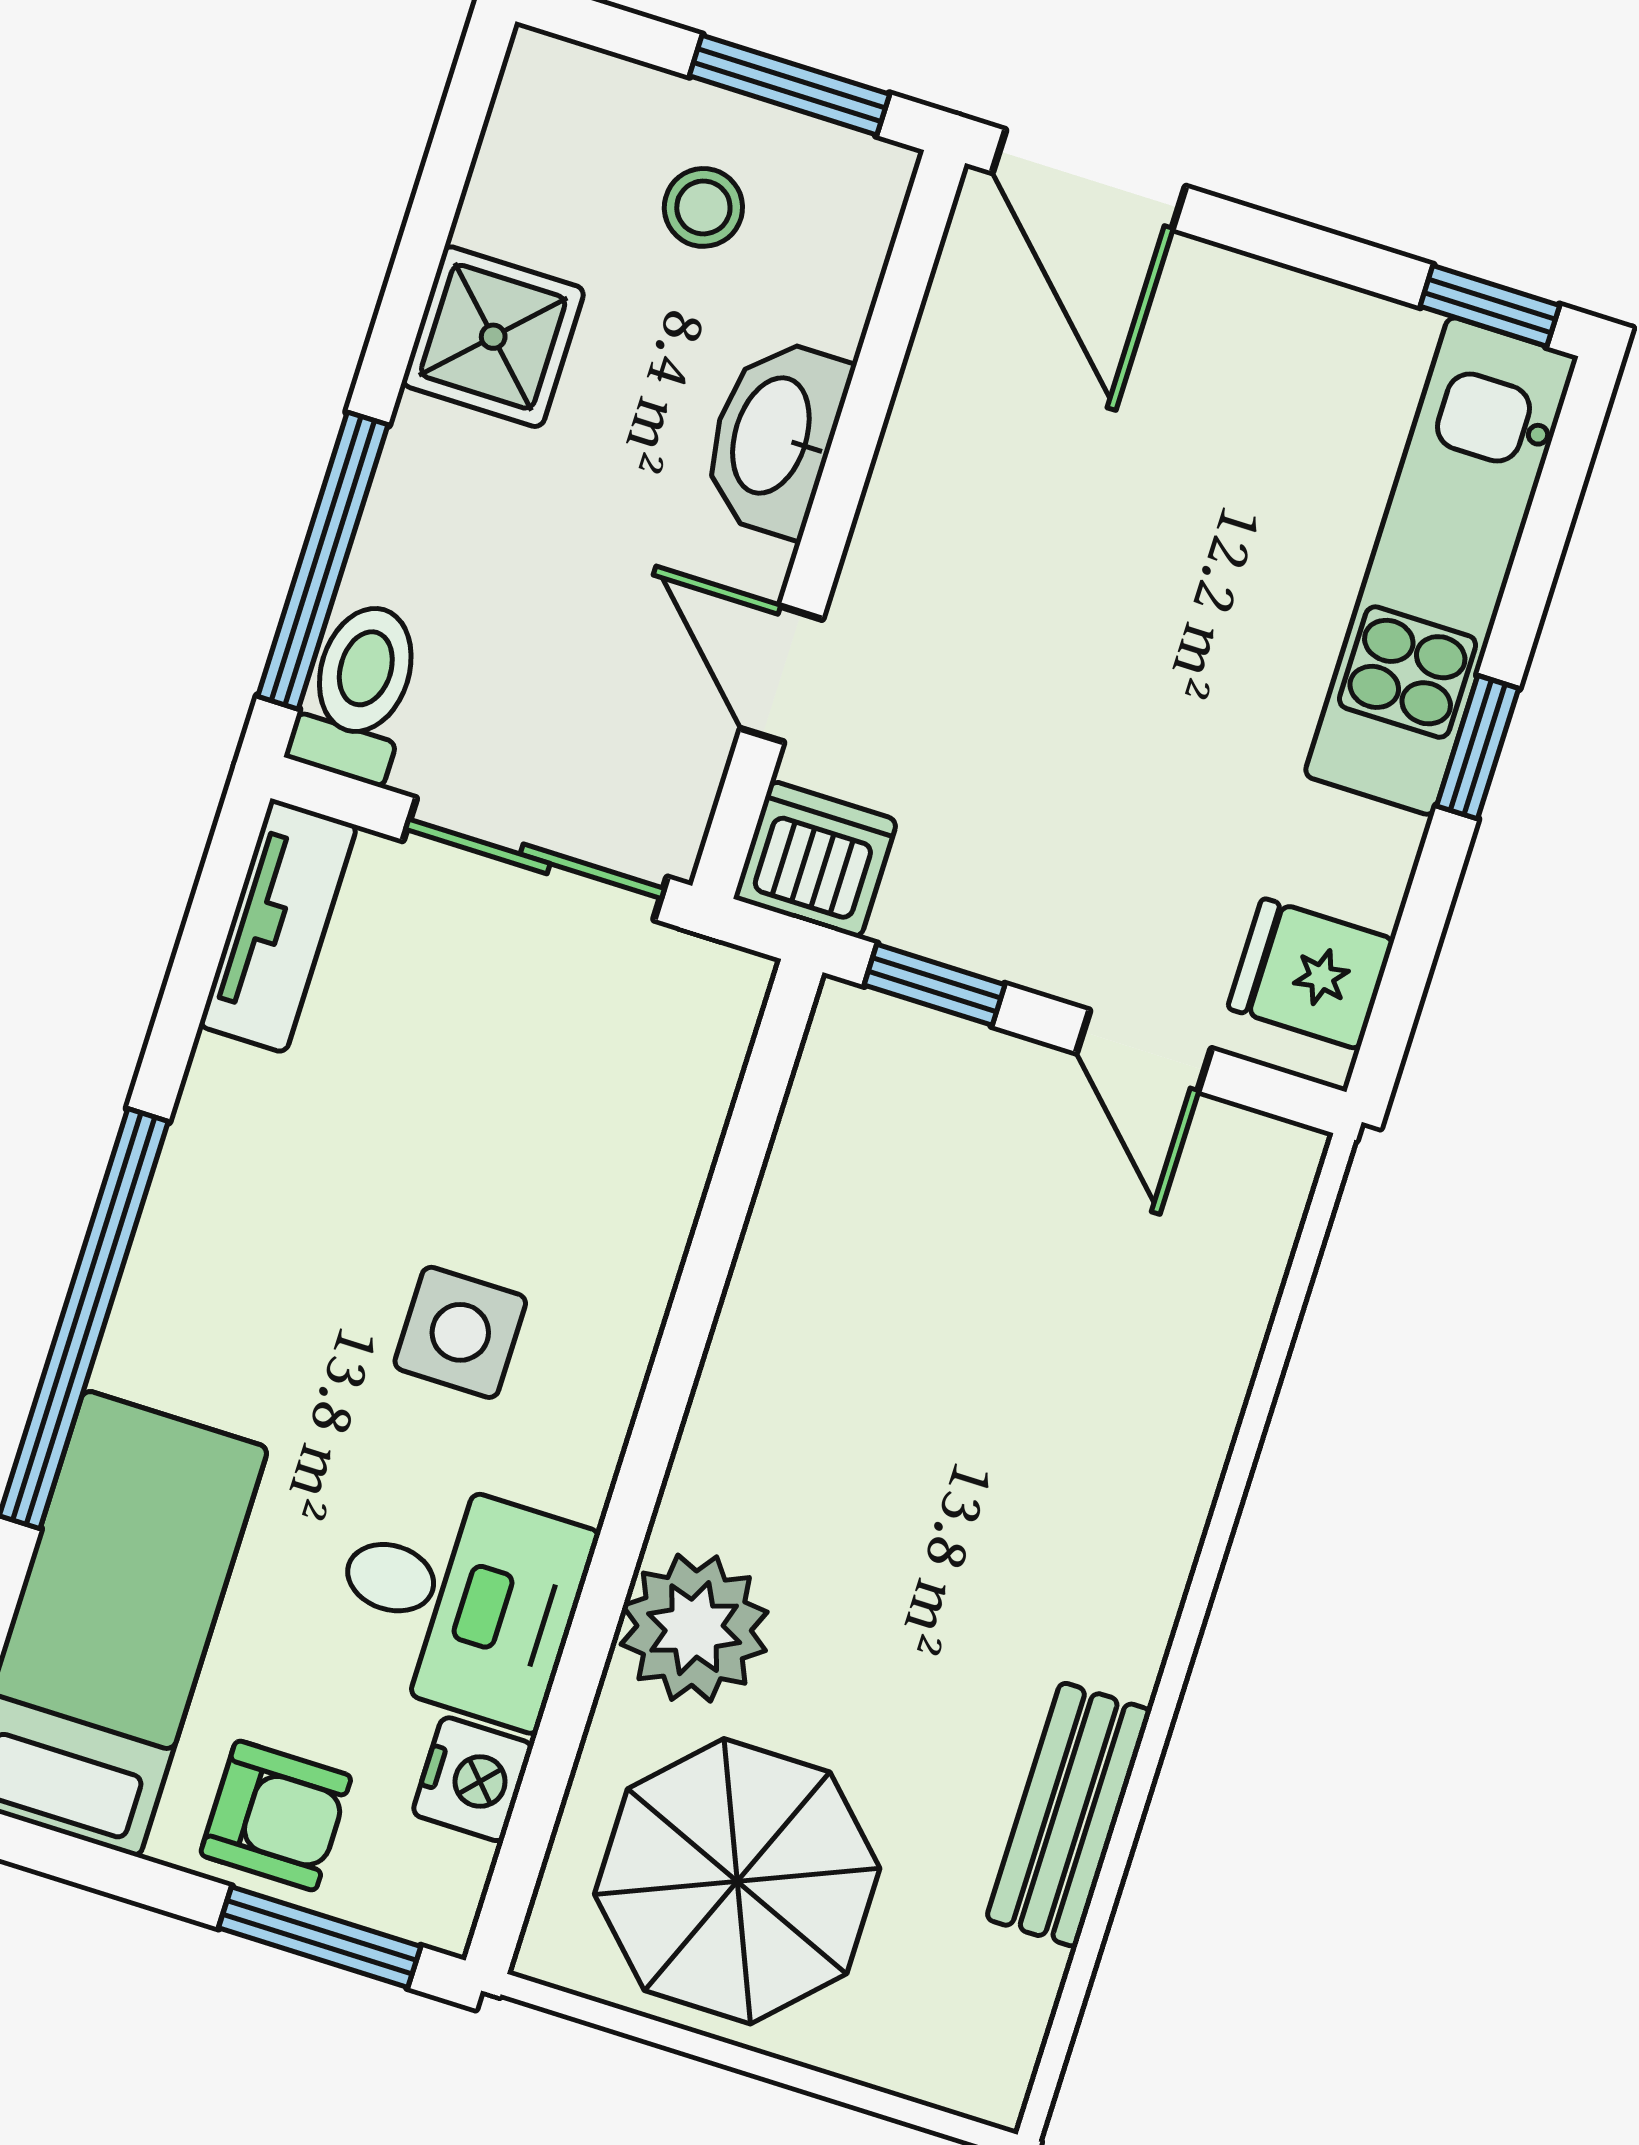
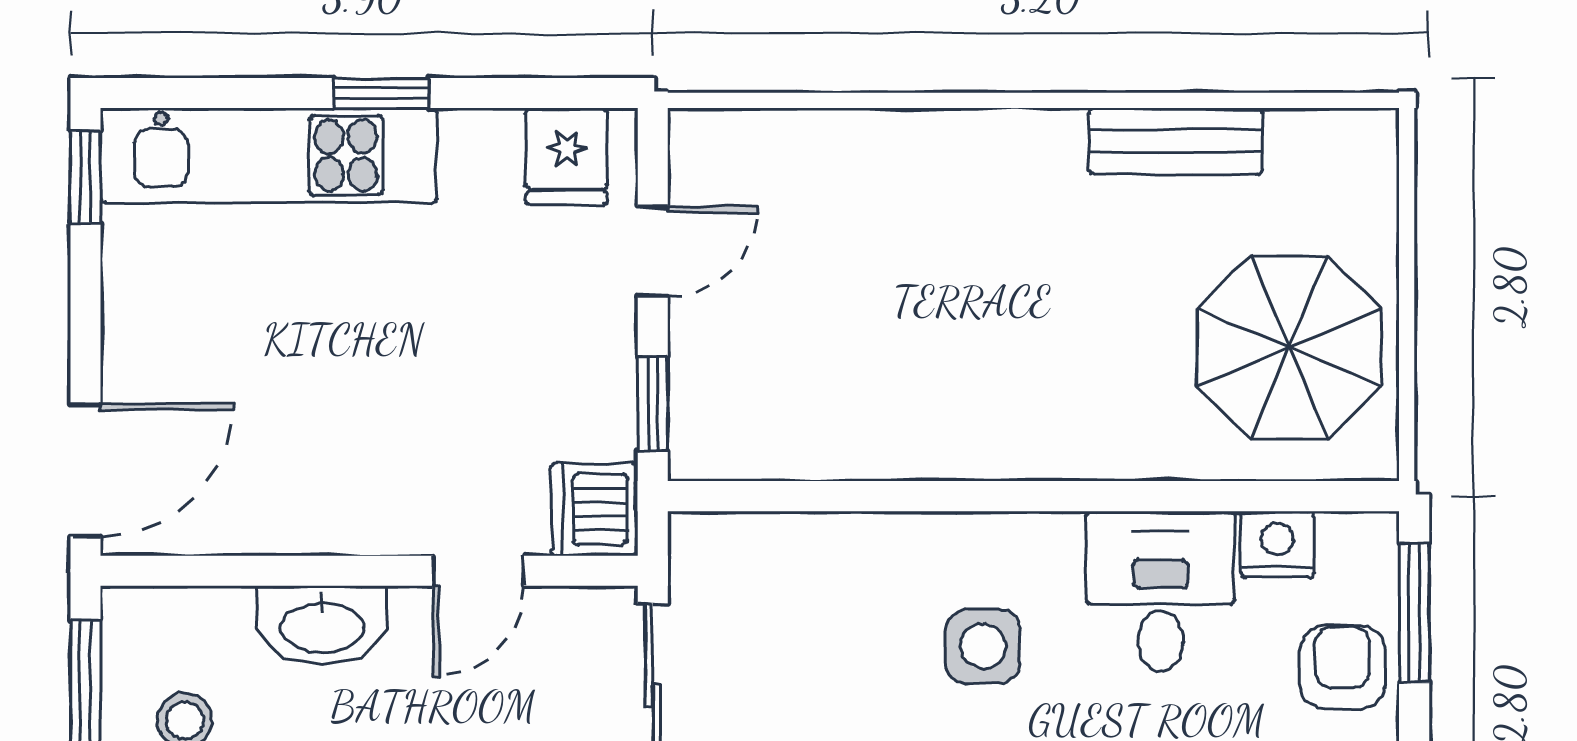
plant: (694, 1628) -> (1130, 429), removed

